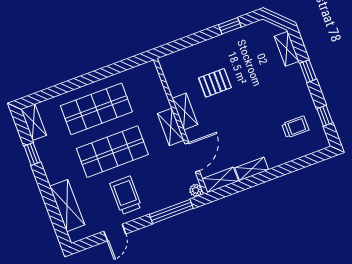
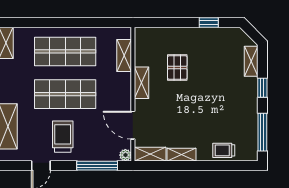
pallet: (215, 83) -> (177, 68), turned 90
window: (325, 116) -> (262, 132), width x2.17
shelving: (171, 127) -> (124, 56), moved
trolley: (295, 127) -> (224, 150), moved, turned 180
door: (192, 157) -> (133, 125), swing flipped

